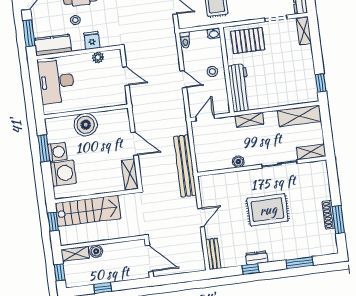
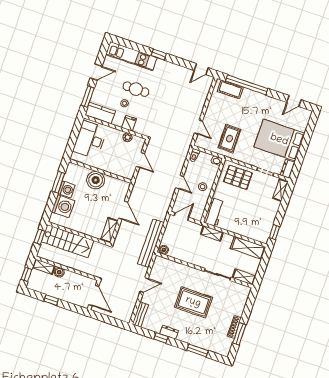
workbench: (239, 88) -> (214, 212), width x0.73
boiler: (238, 162) -> (164, 250), moved

